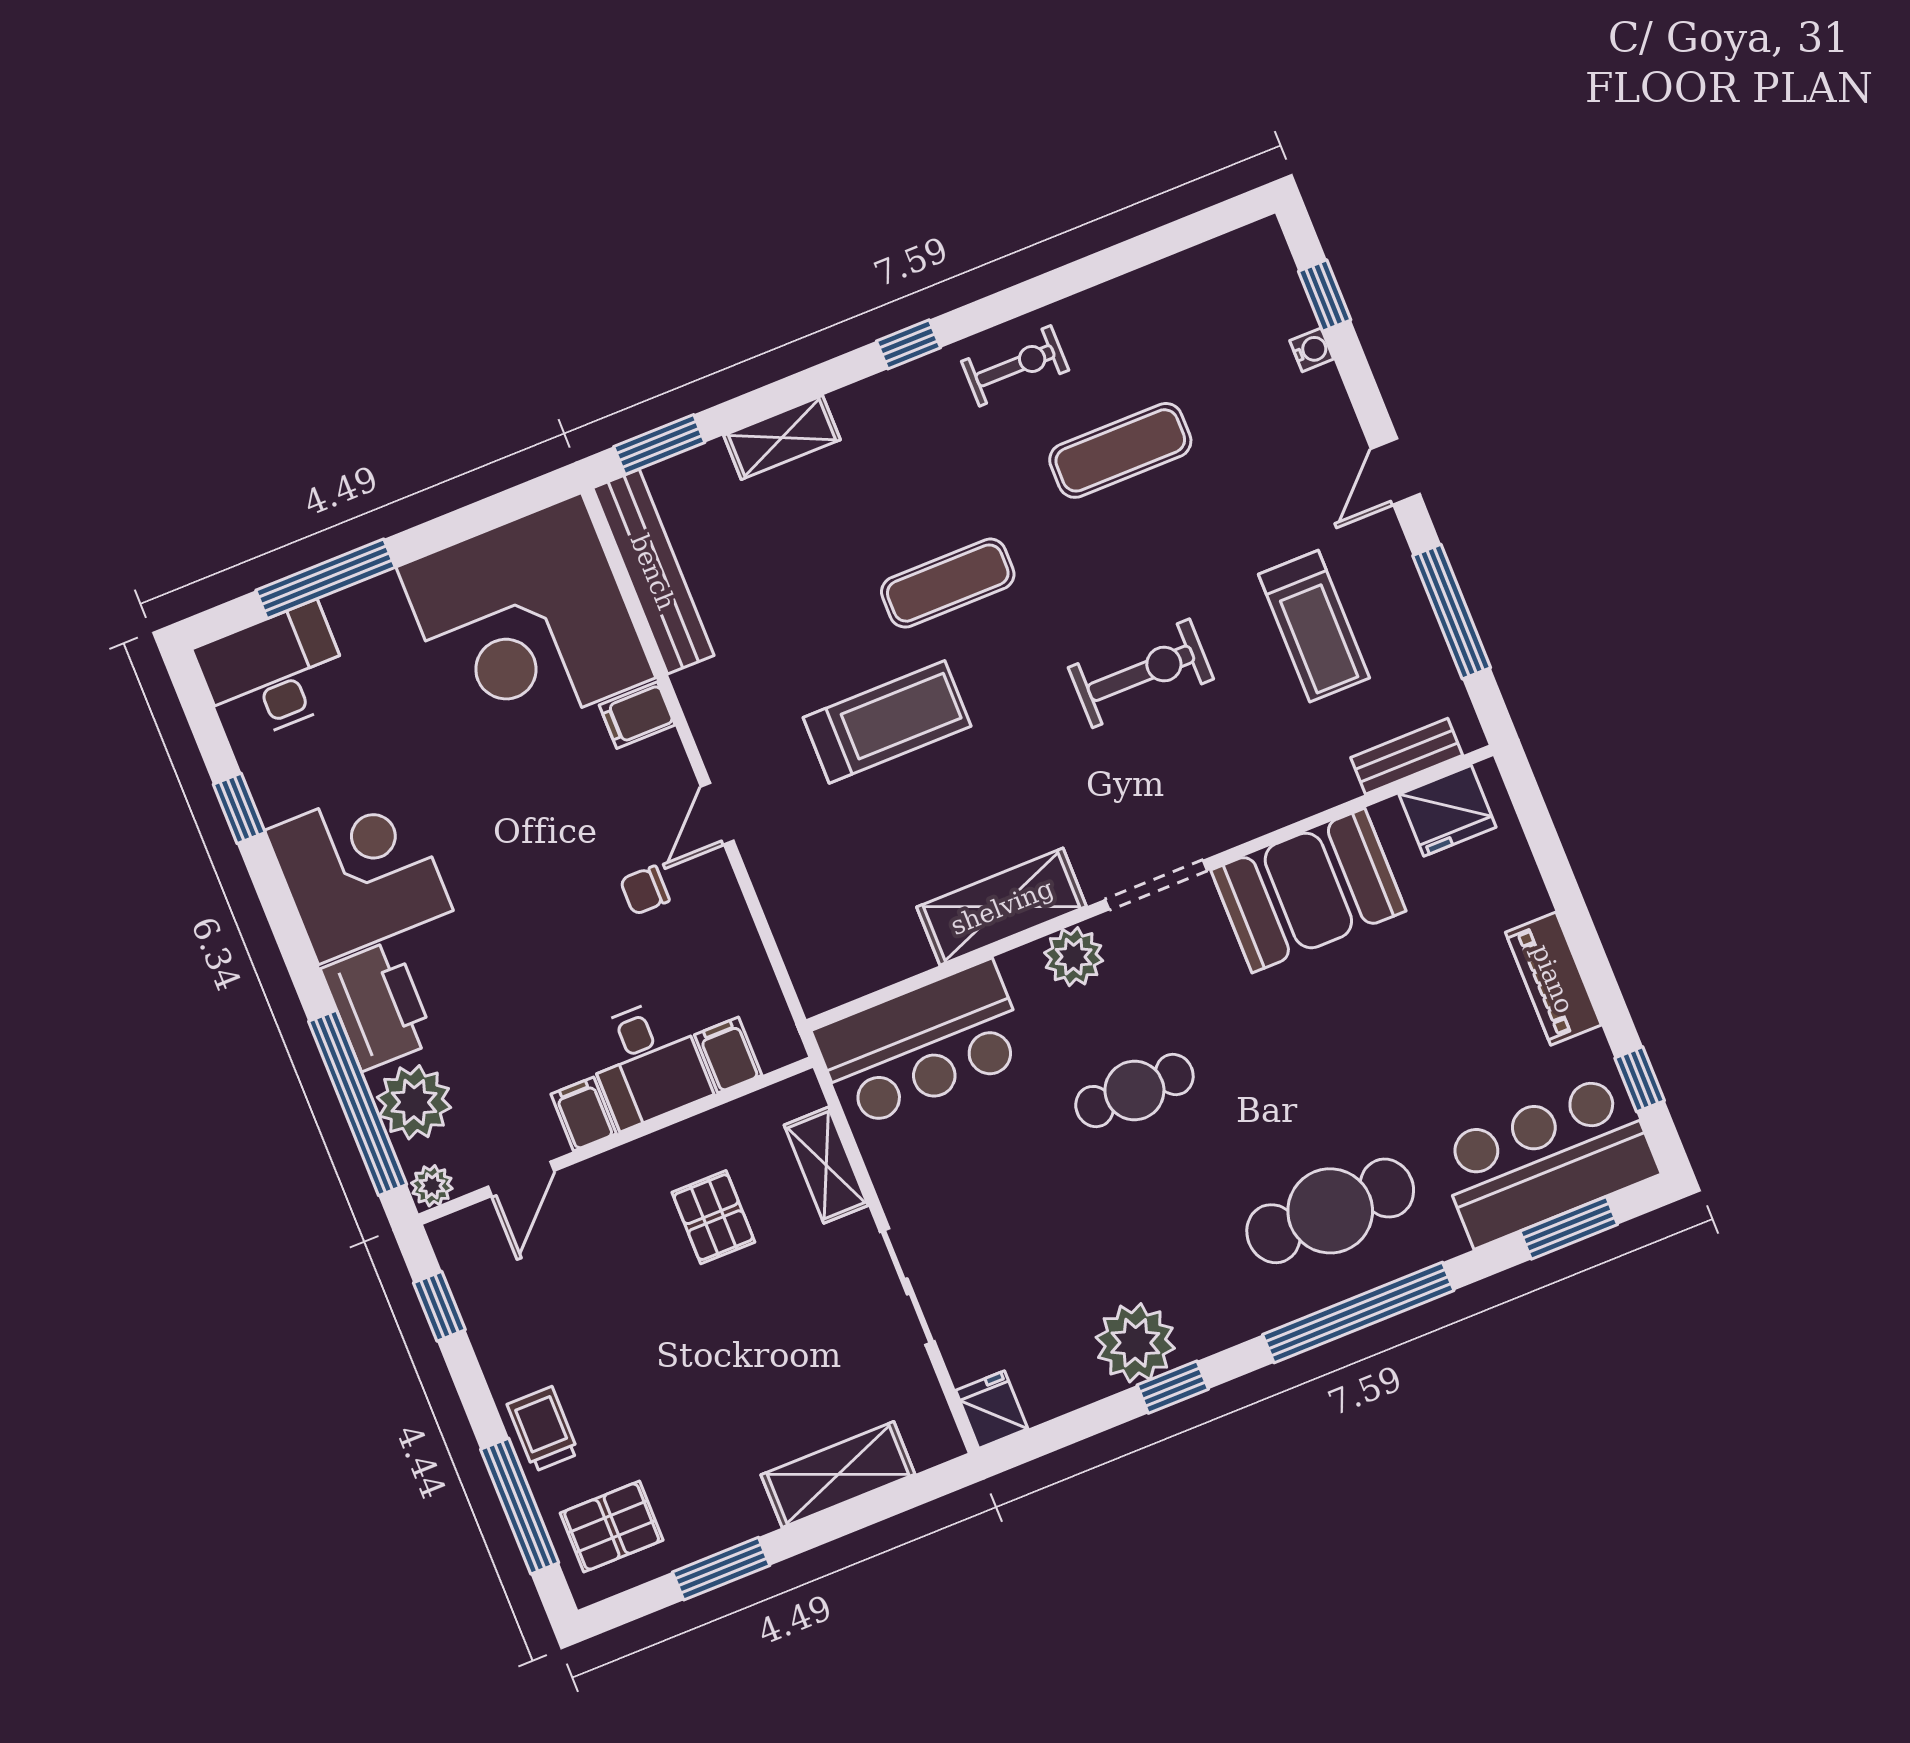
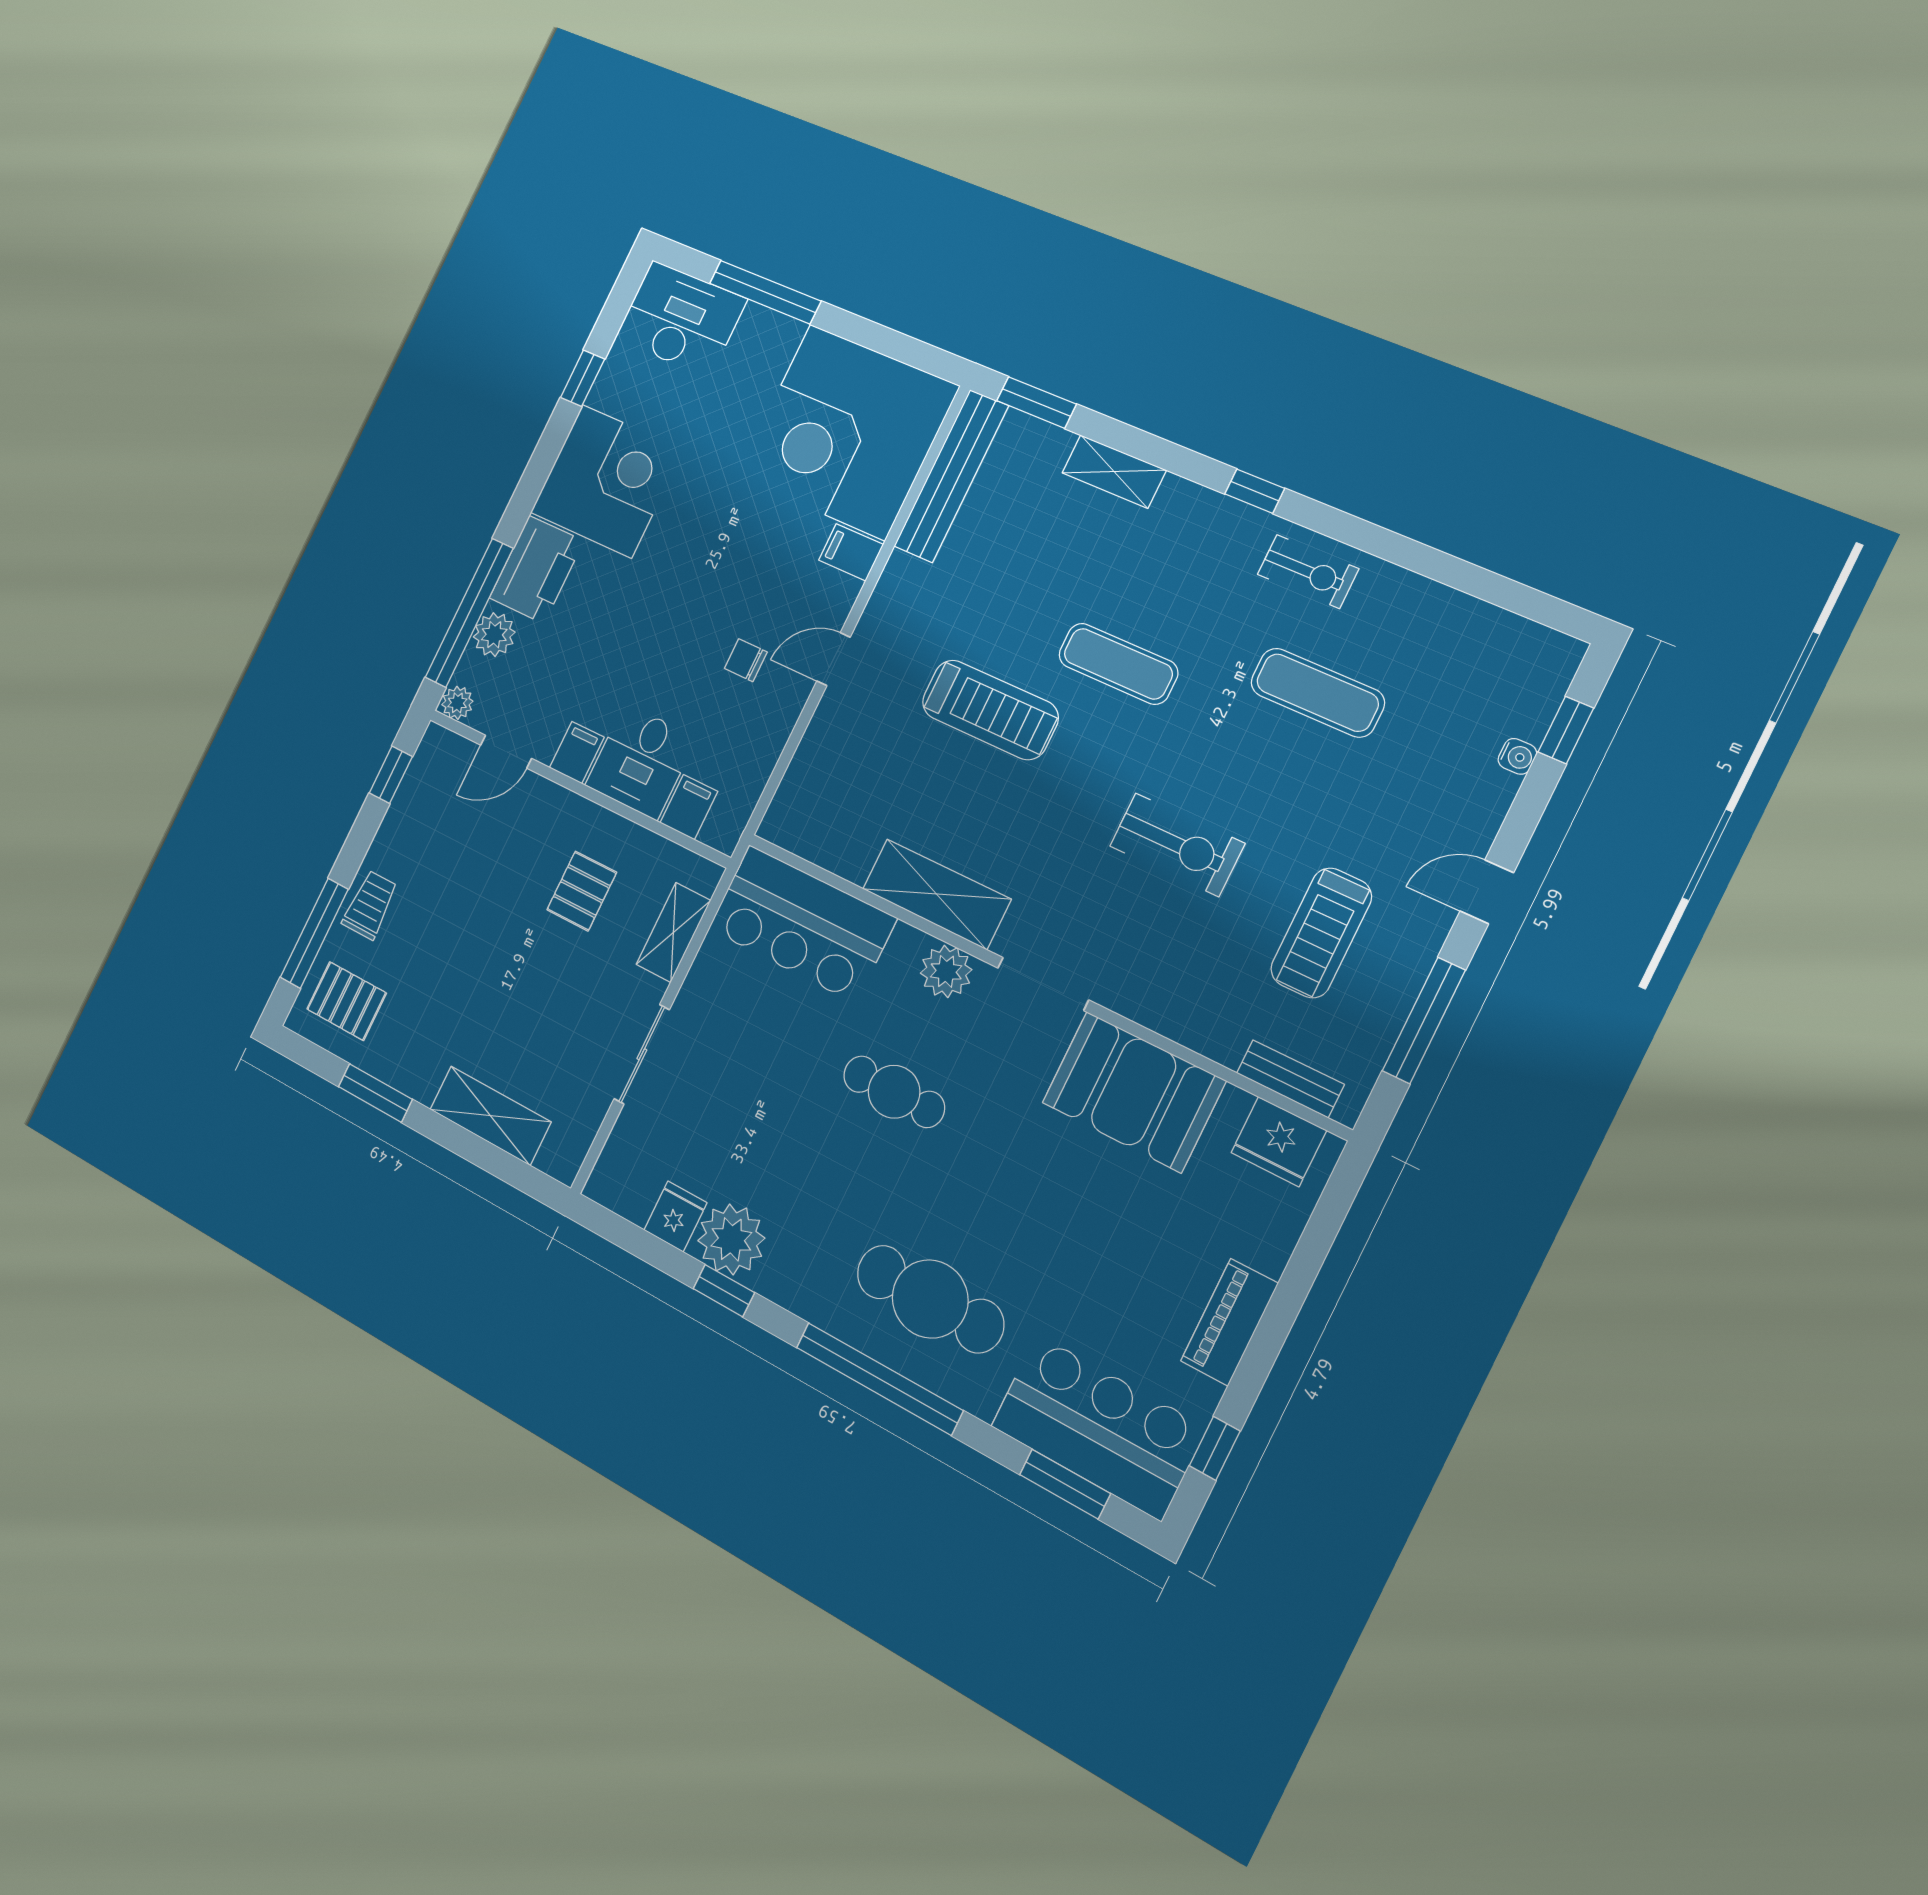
plant: (414, 1102) -> (494, 635), width x0.73, depth x0.73
fridge: (992, 1410) -> (675, 1216), moved

